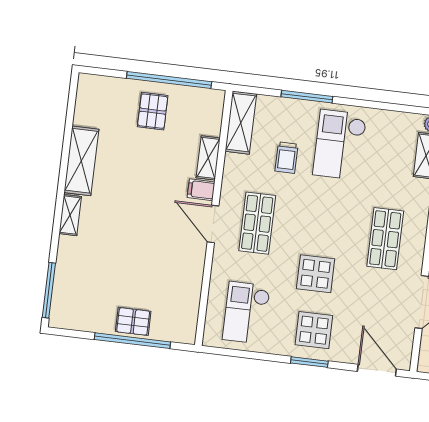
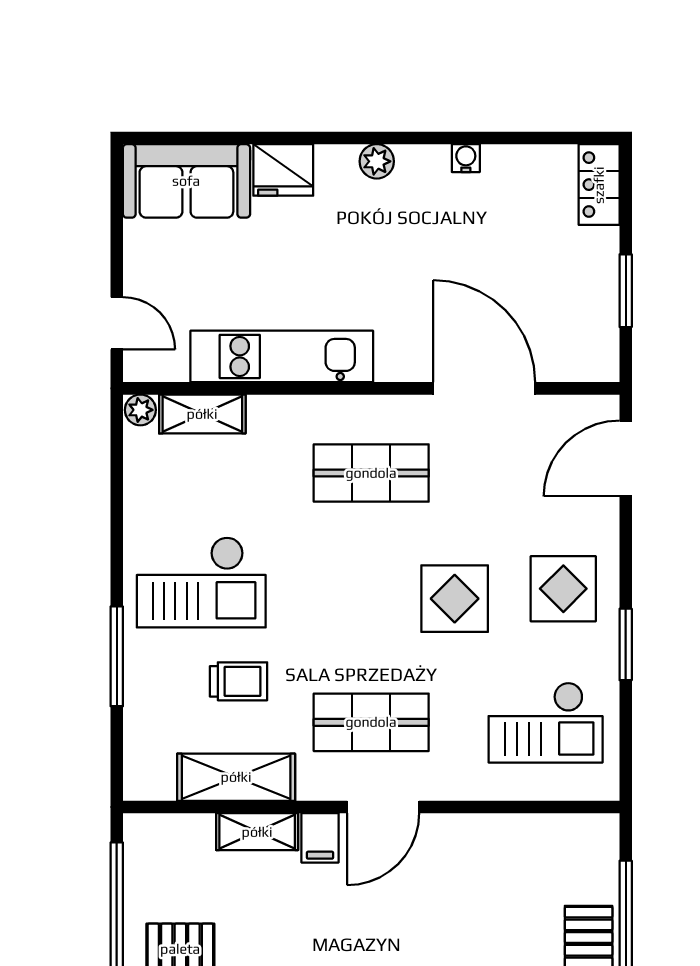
shelving: (241, 123) -> (236, 777), moved
window: (309, 362) -> (626, 644), moved

